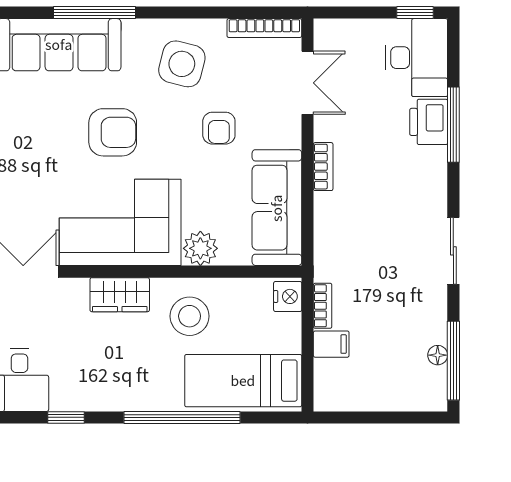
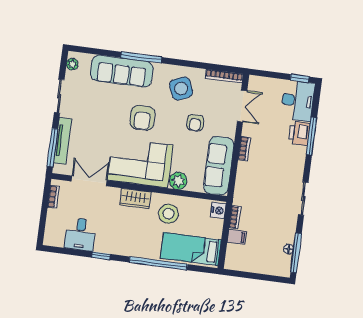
side table: (182, 64) -> (181, 89), turned -37
armchair: (113, 132) -> (142, 118), turned 90

